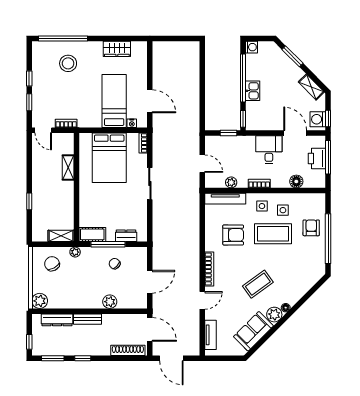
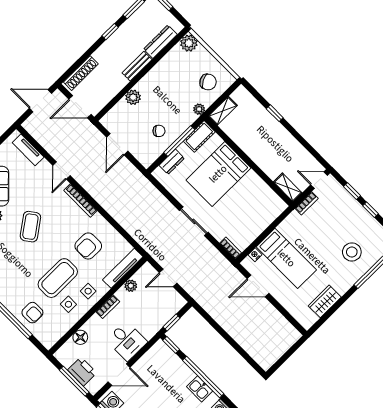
kitchen sink: (253, 91) -> (200, 389), moved
bed: (109, 158) -> (218, 174), moved, turned -90
shelving: (68, 168) -> (288, 187), moved

